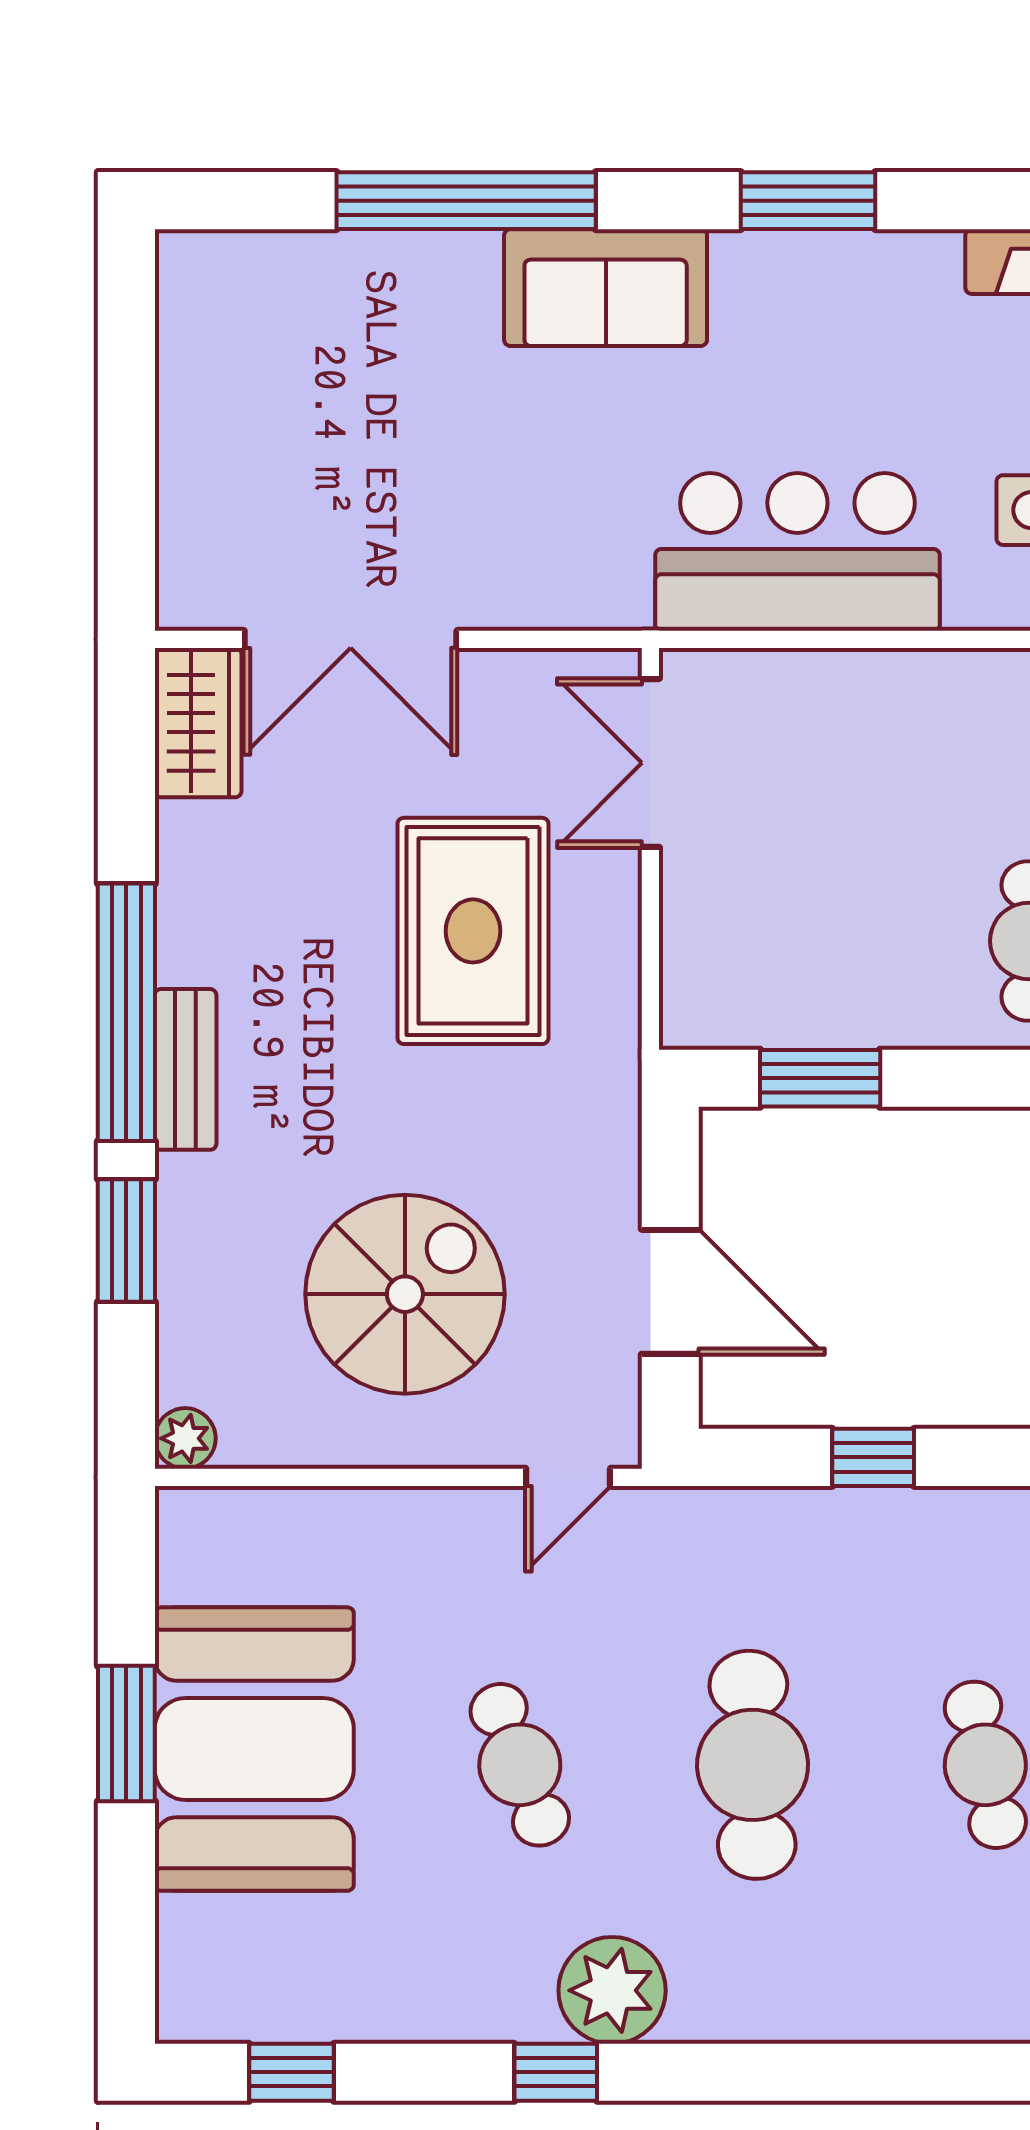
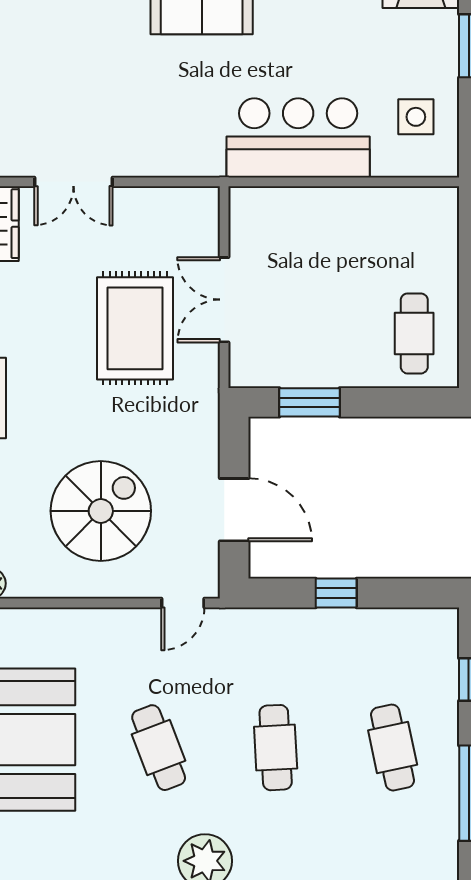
double door: (351, 639) -> (73, 182), width x0.73
double door: (650, 763) -> (224, 300), moved
cafe table: (753, 1765) -> (276, 748), width x0.73, depth x0.74

